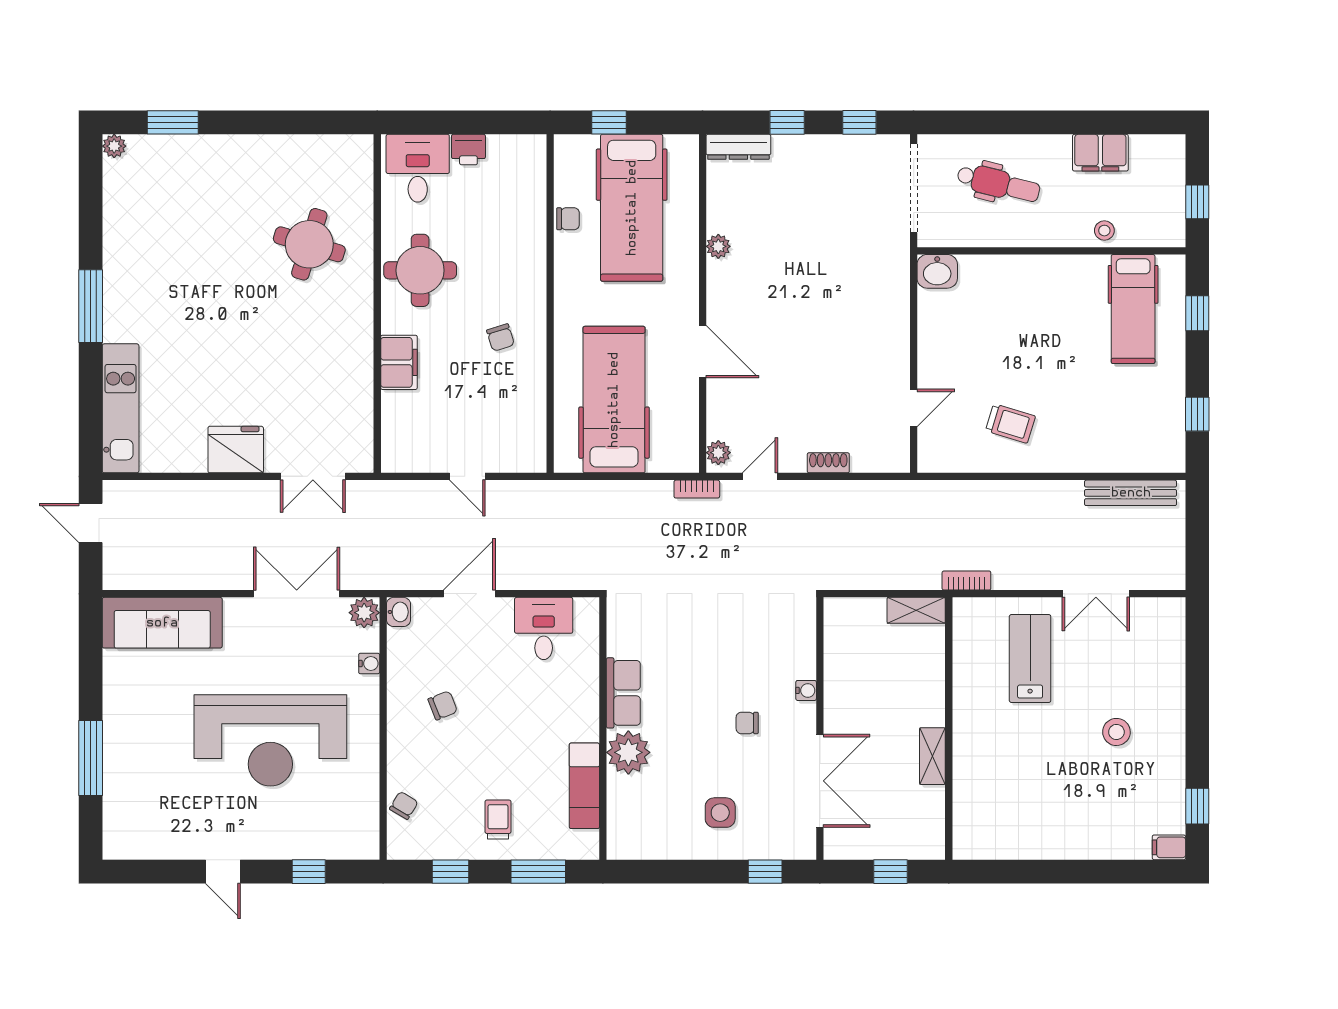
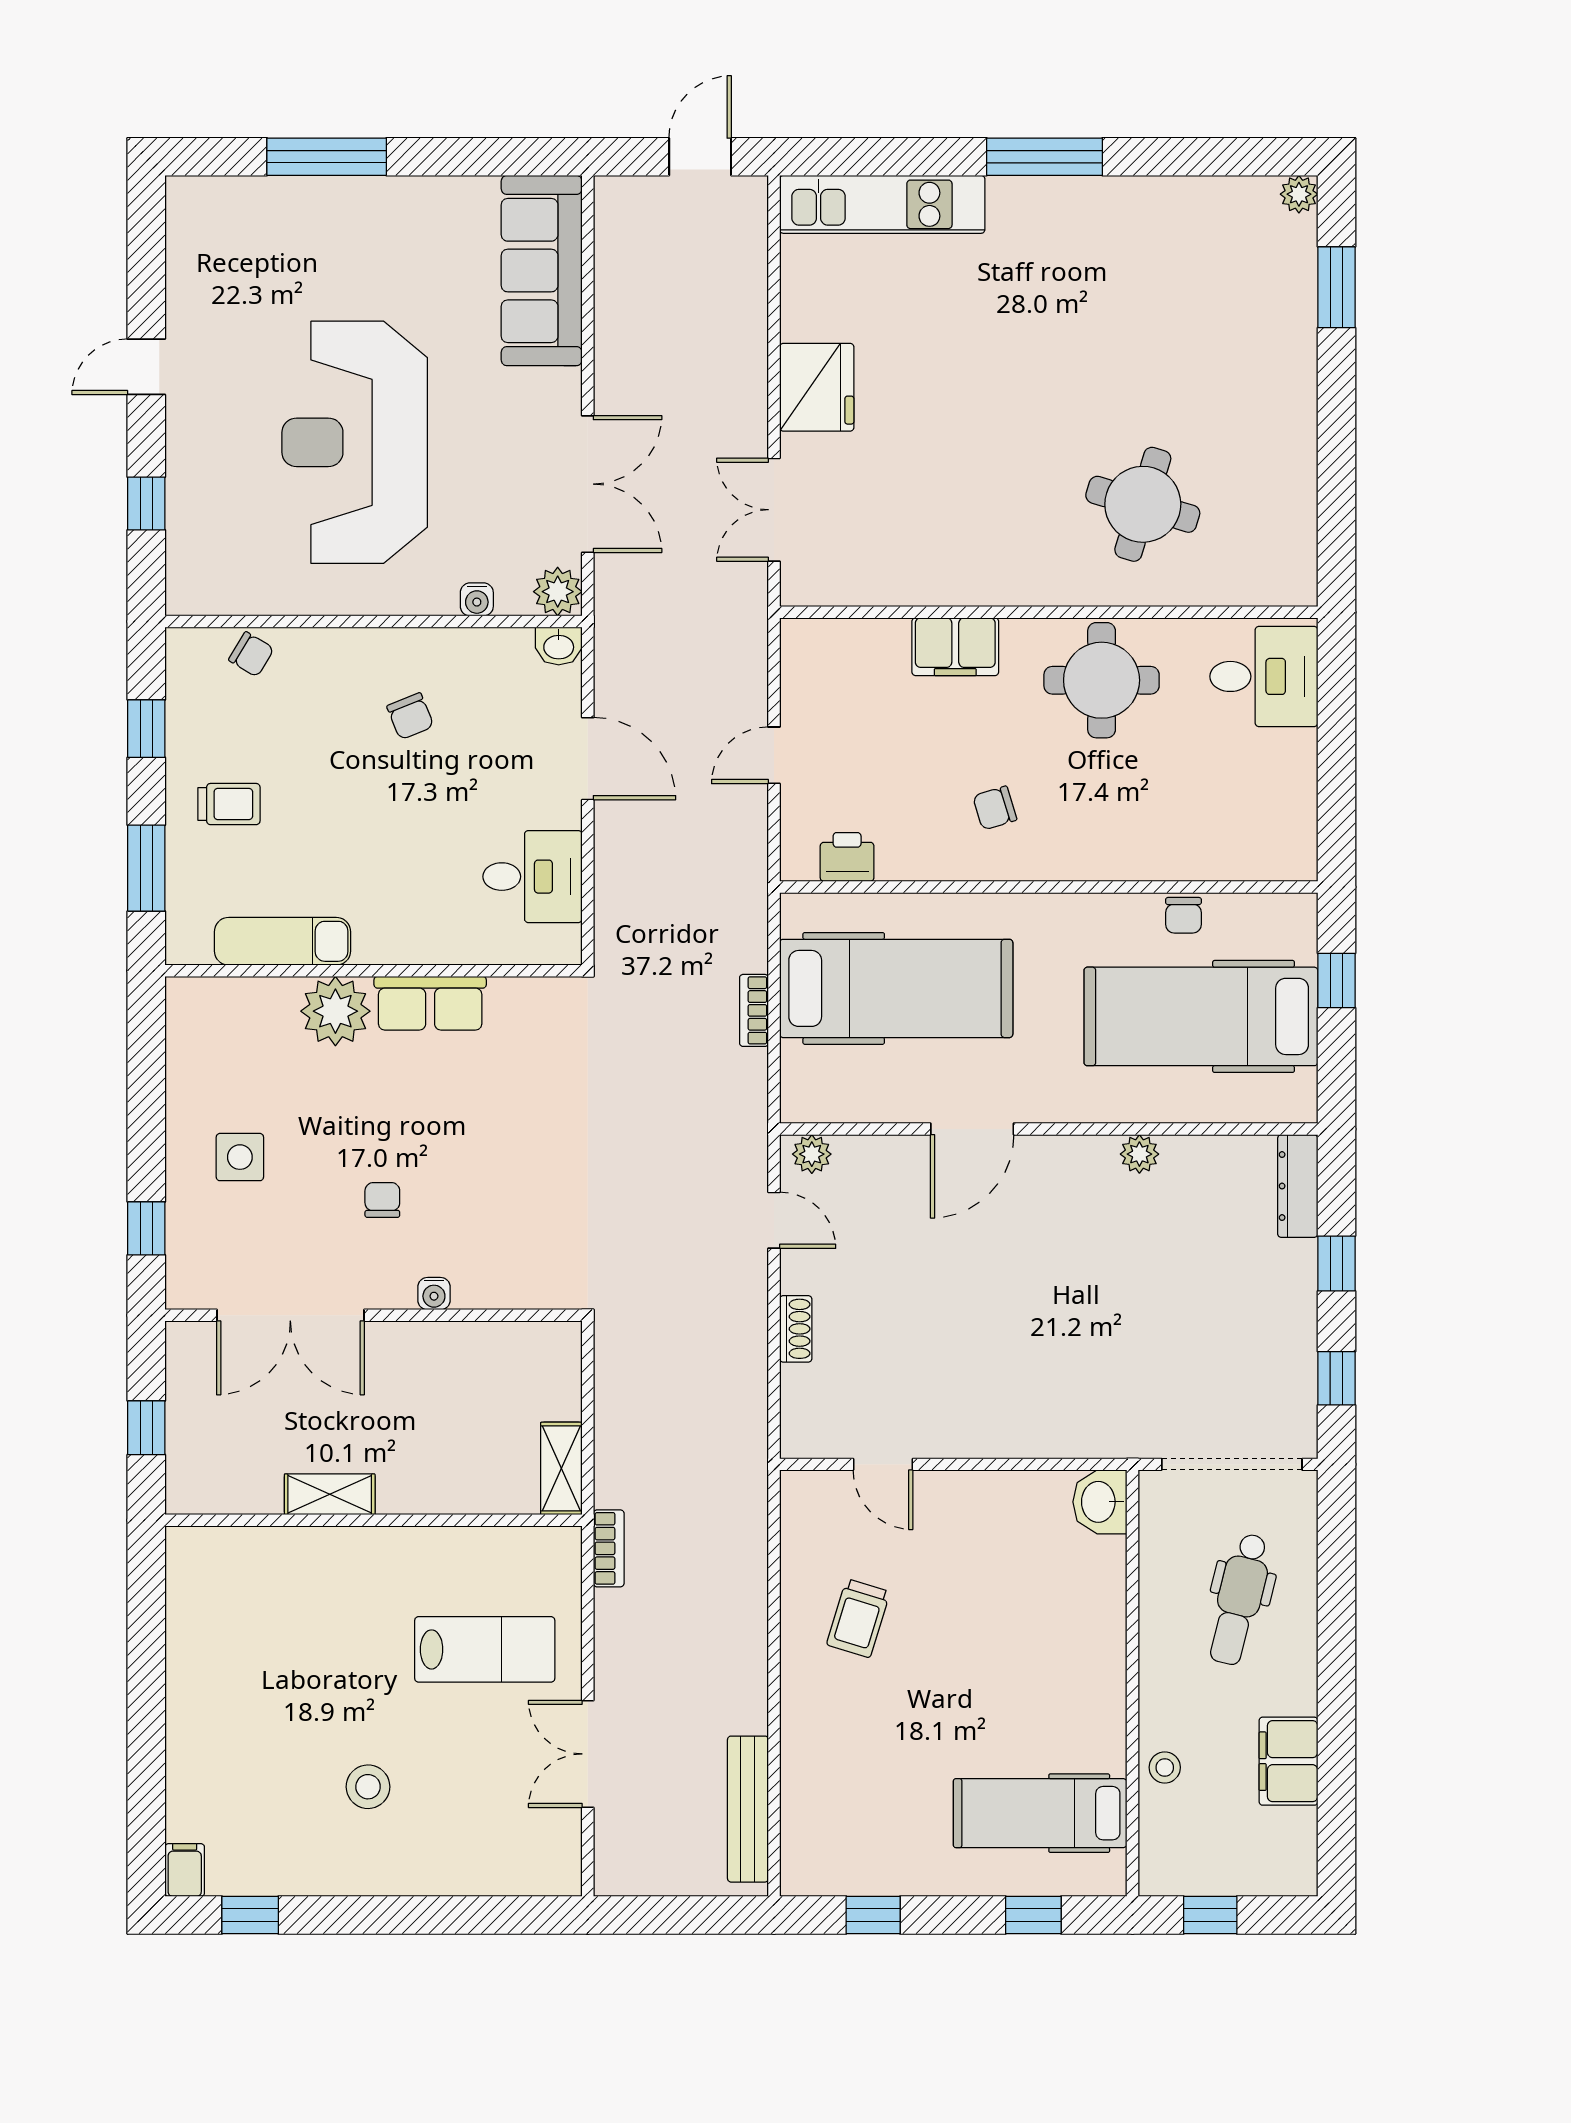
printer: (468, 150) -> (847, 857), moved, turned 90
bookcase: (697, 489) -> (754, 1010), moved

